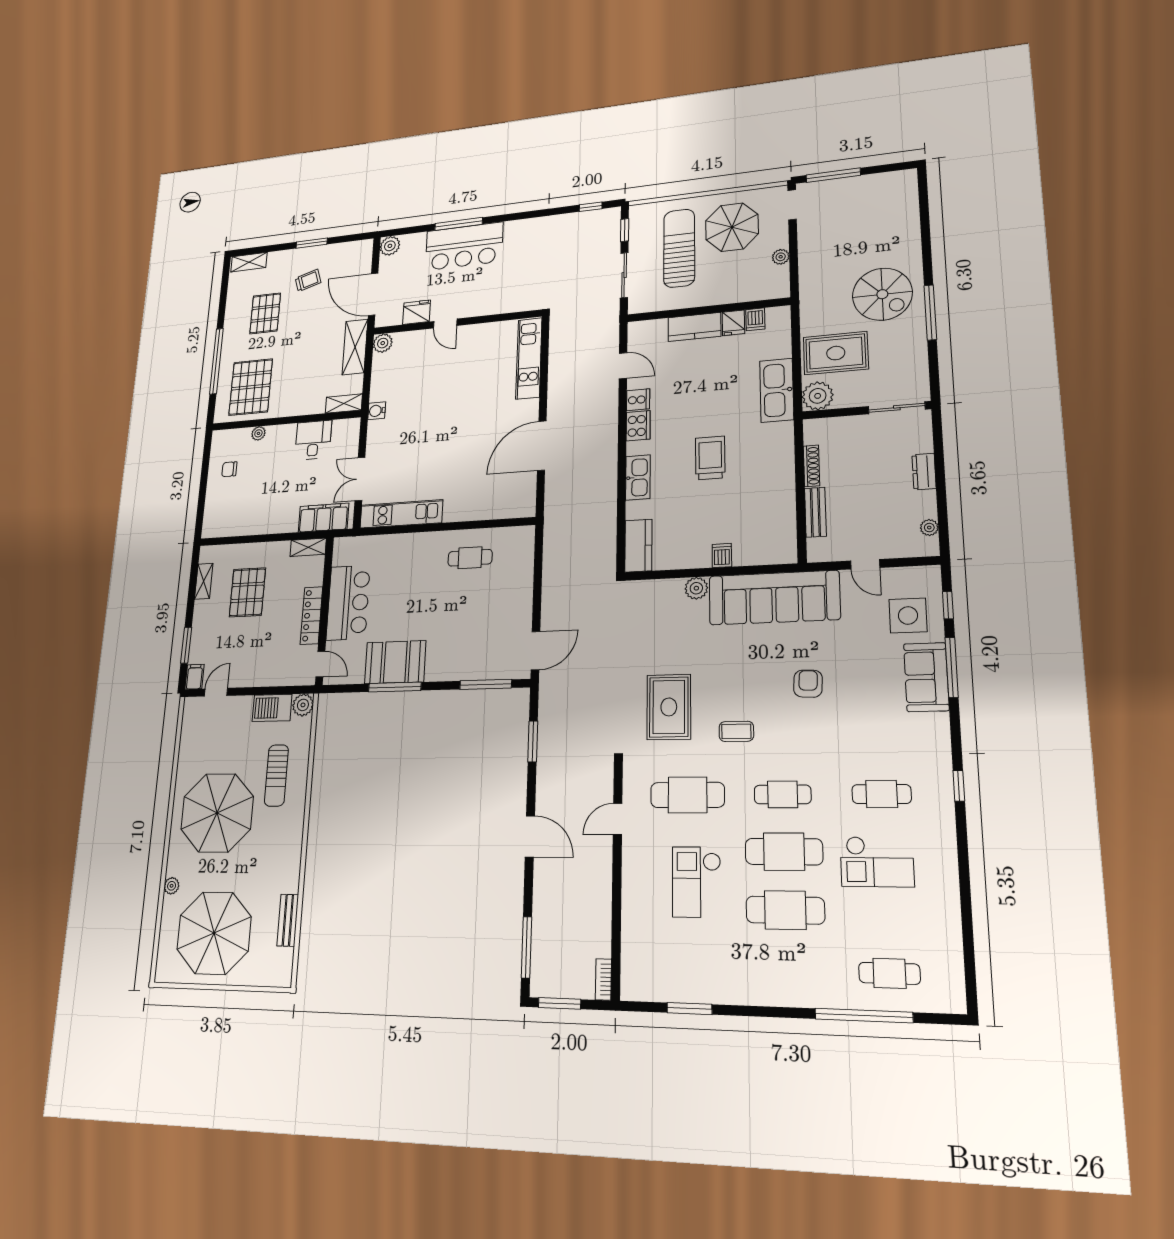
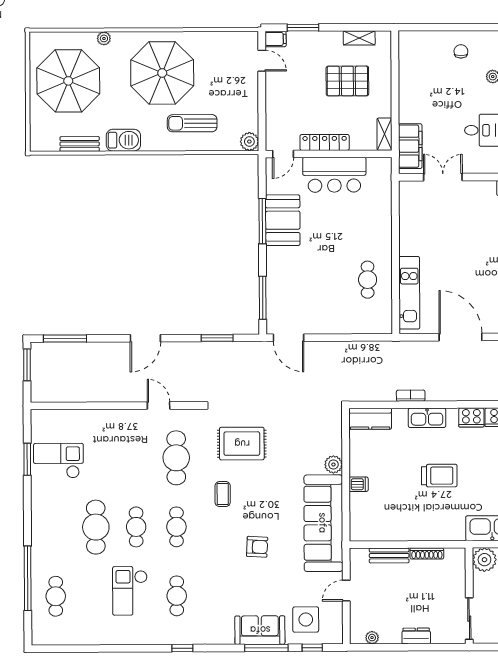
kitchen unit: (401, 514) -> (409, 293), moved
barbecue: (272, 708) -> (123, 140), moved, turned 90
cafe table: (784, 852) -> (136, 527), width x0.73, depth x0.74
checkout: (697, 882) -> (58, 461), moved
bookcase: (603, 979) -> (411, 396), moved

